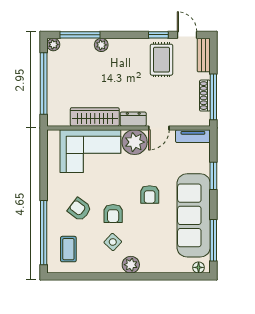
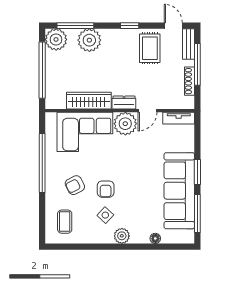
window: (158, 35) -> (130, 26), moved
plant: (53, 45) -> (56, 39), width x1.87, depth x1.87
plant: (101, 45) -> (89, 40), width x1.88, depth x1.88
window: (213, 97) -> (197, 64), moved
window: (213, 176) -> (197, 172), moved
armchair: (150, 194) -> (139, 172), removed
armchair: (79, 209) -> (75, 185), turned -64
window: (44, 233) -> (42, 163), moved
floor lamp: (199, 267) -> (155, 238), moved

